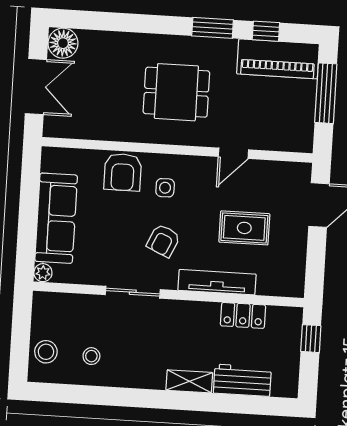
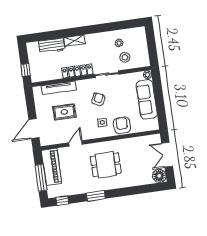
window: (266, 31) -> (62, 201), moved
piano: (278, 59) -> (51, 167), moved, turned 90
tv unit: (217, 282) -> (59, 88), moved
locker: (243, 315) -> (77, 71), moved, width x1.53
stool: (46, 352) -> (125, 57), moved

